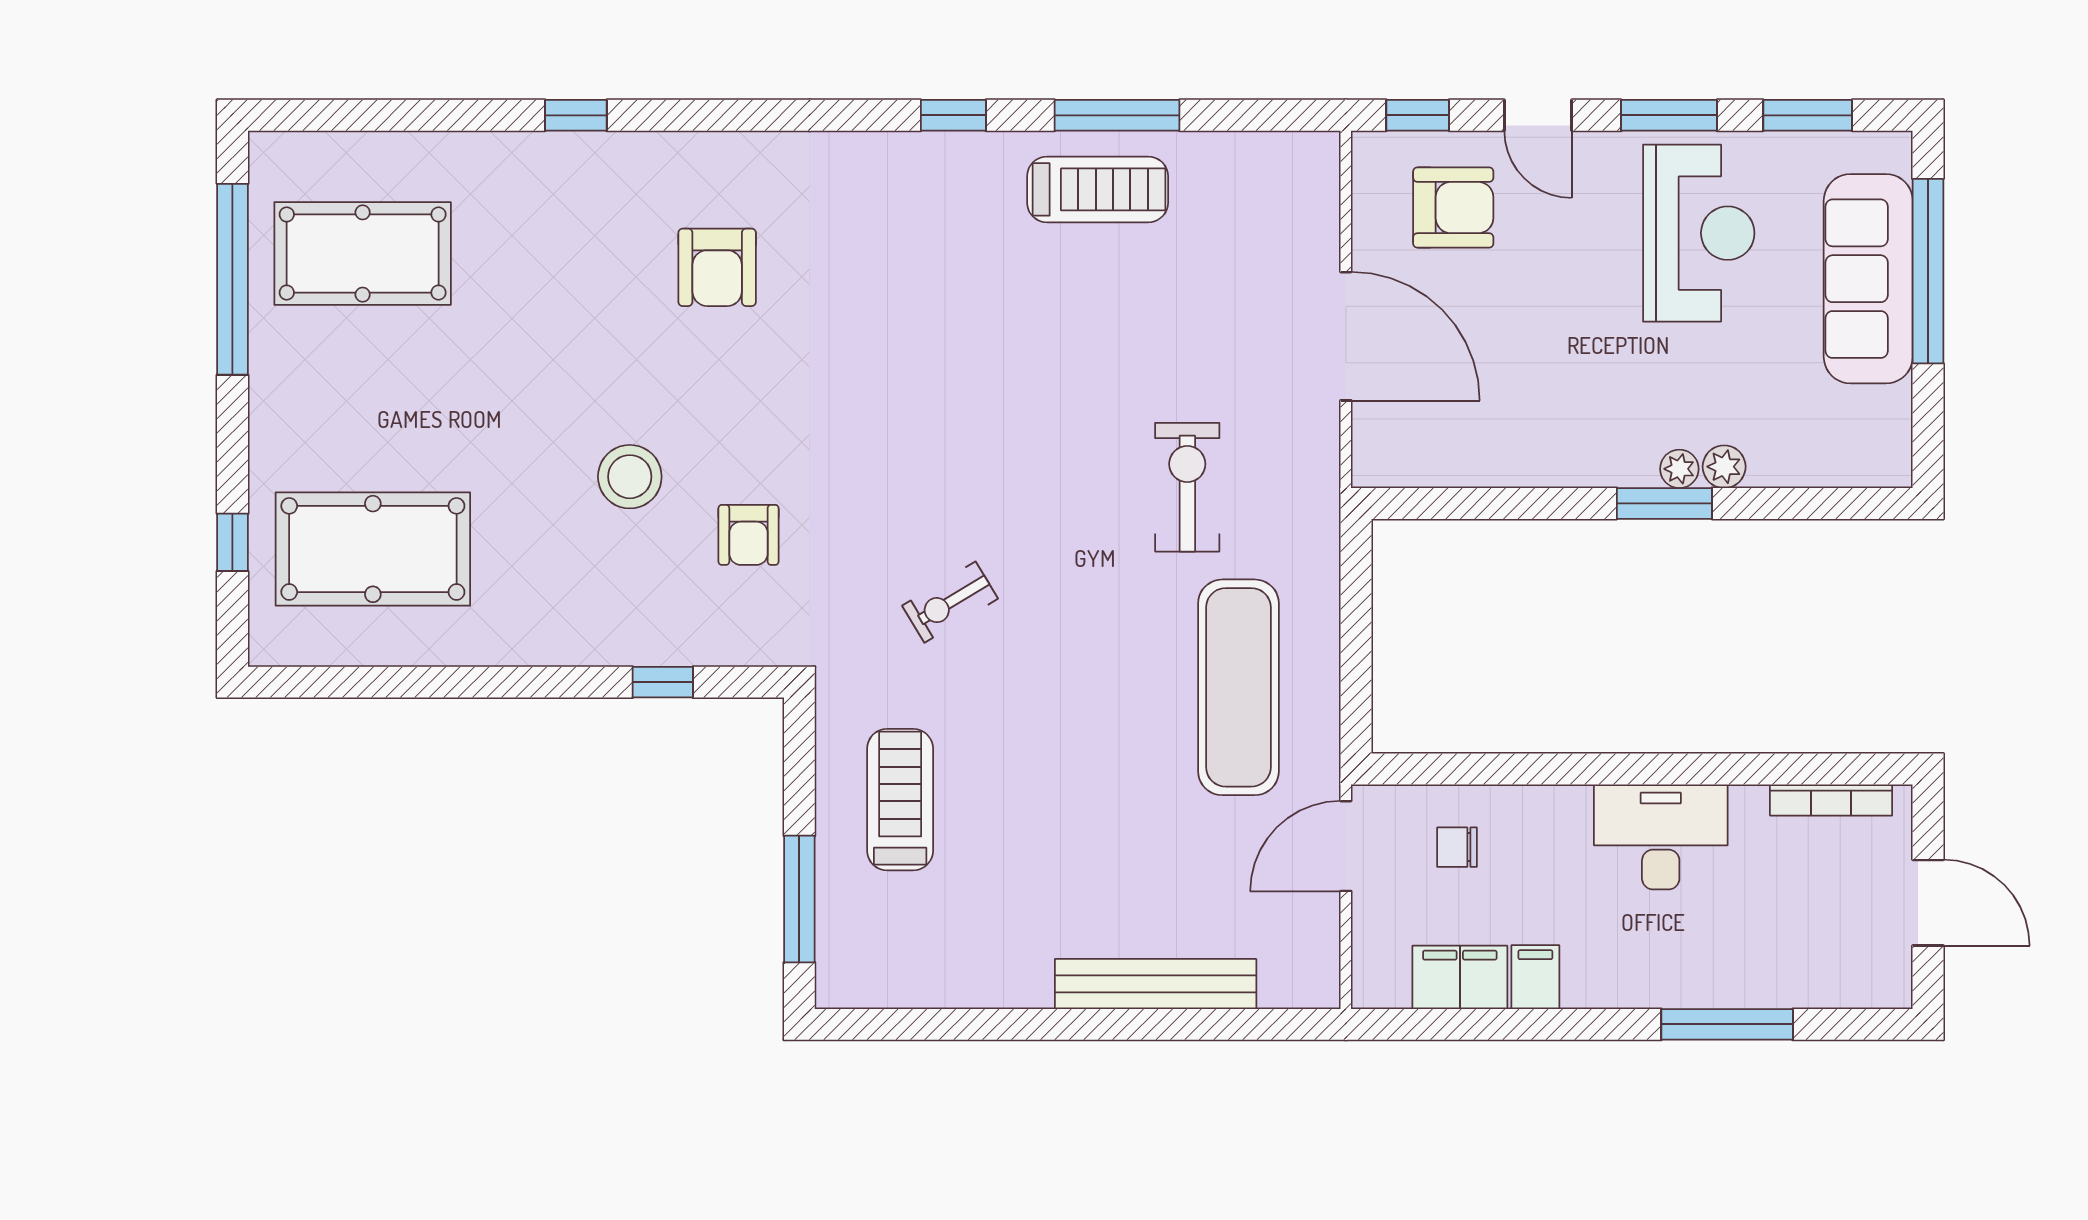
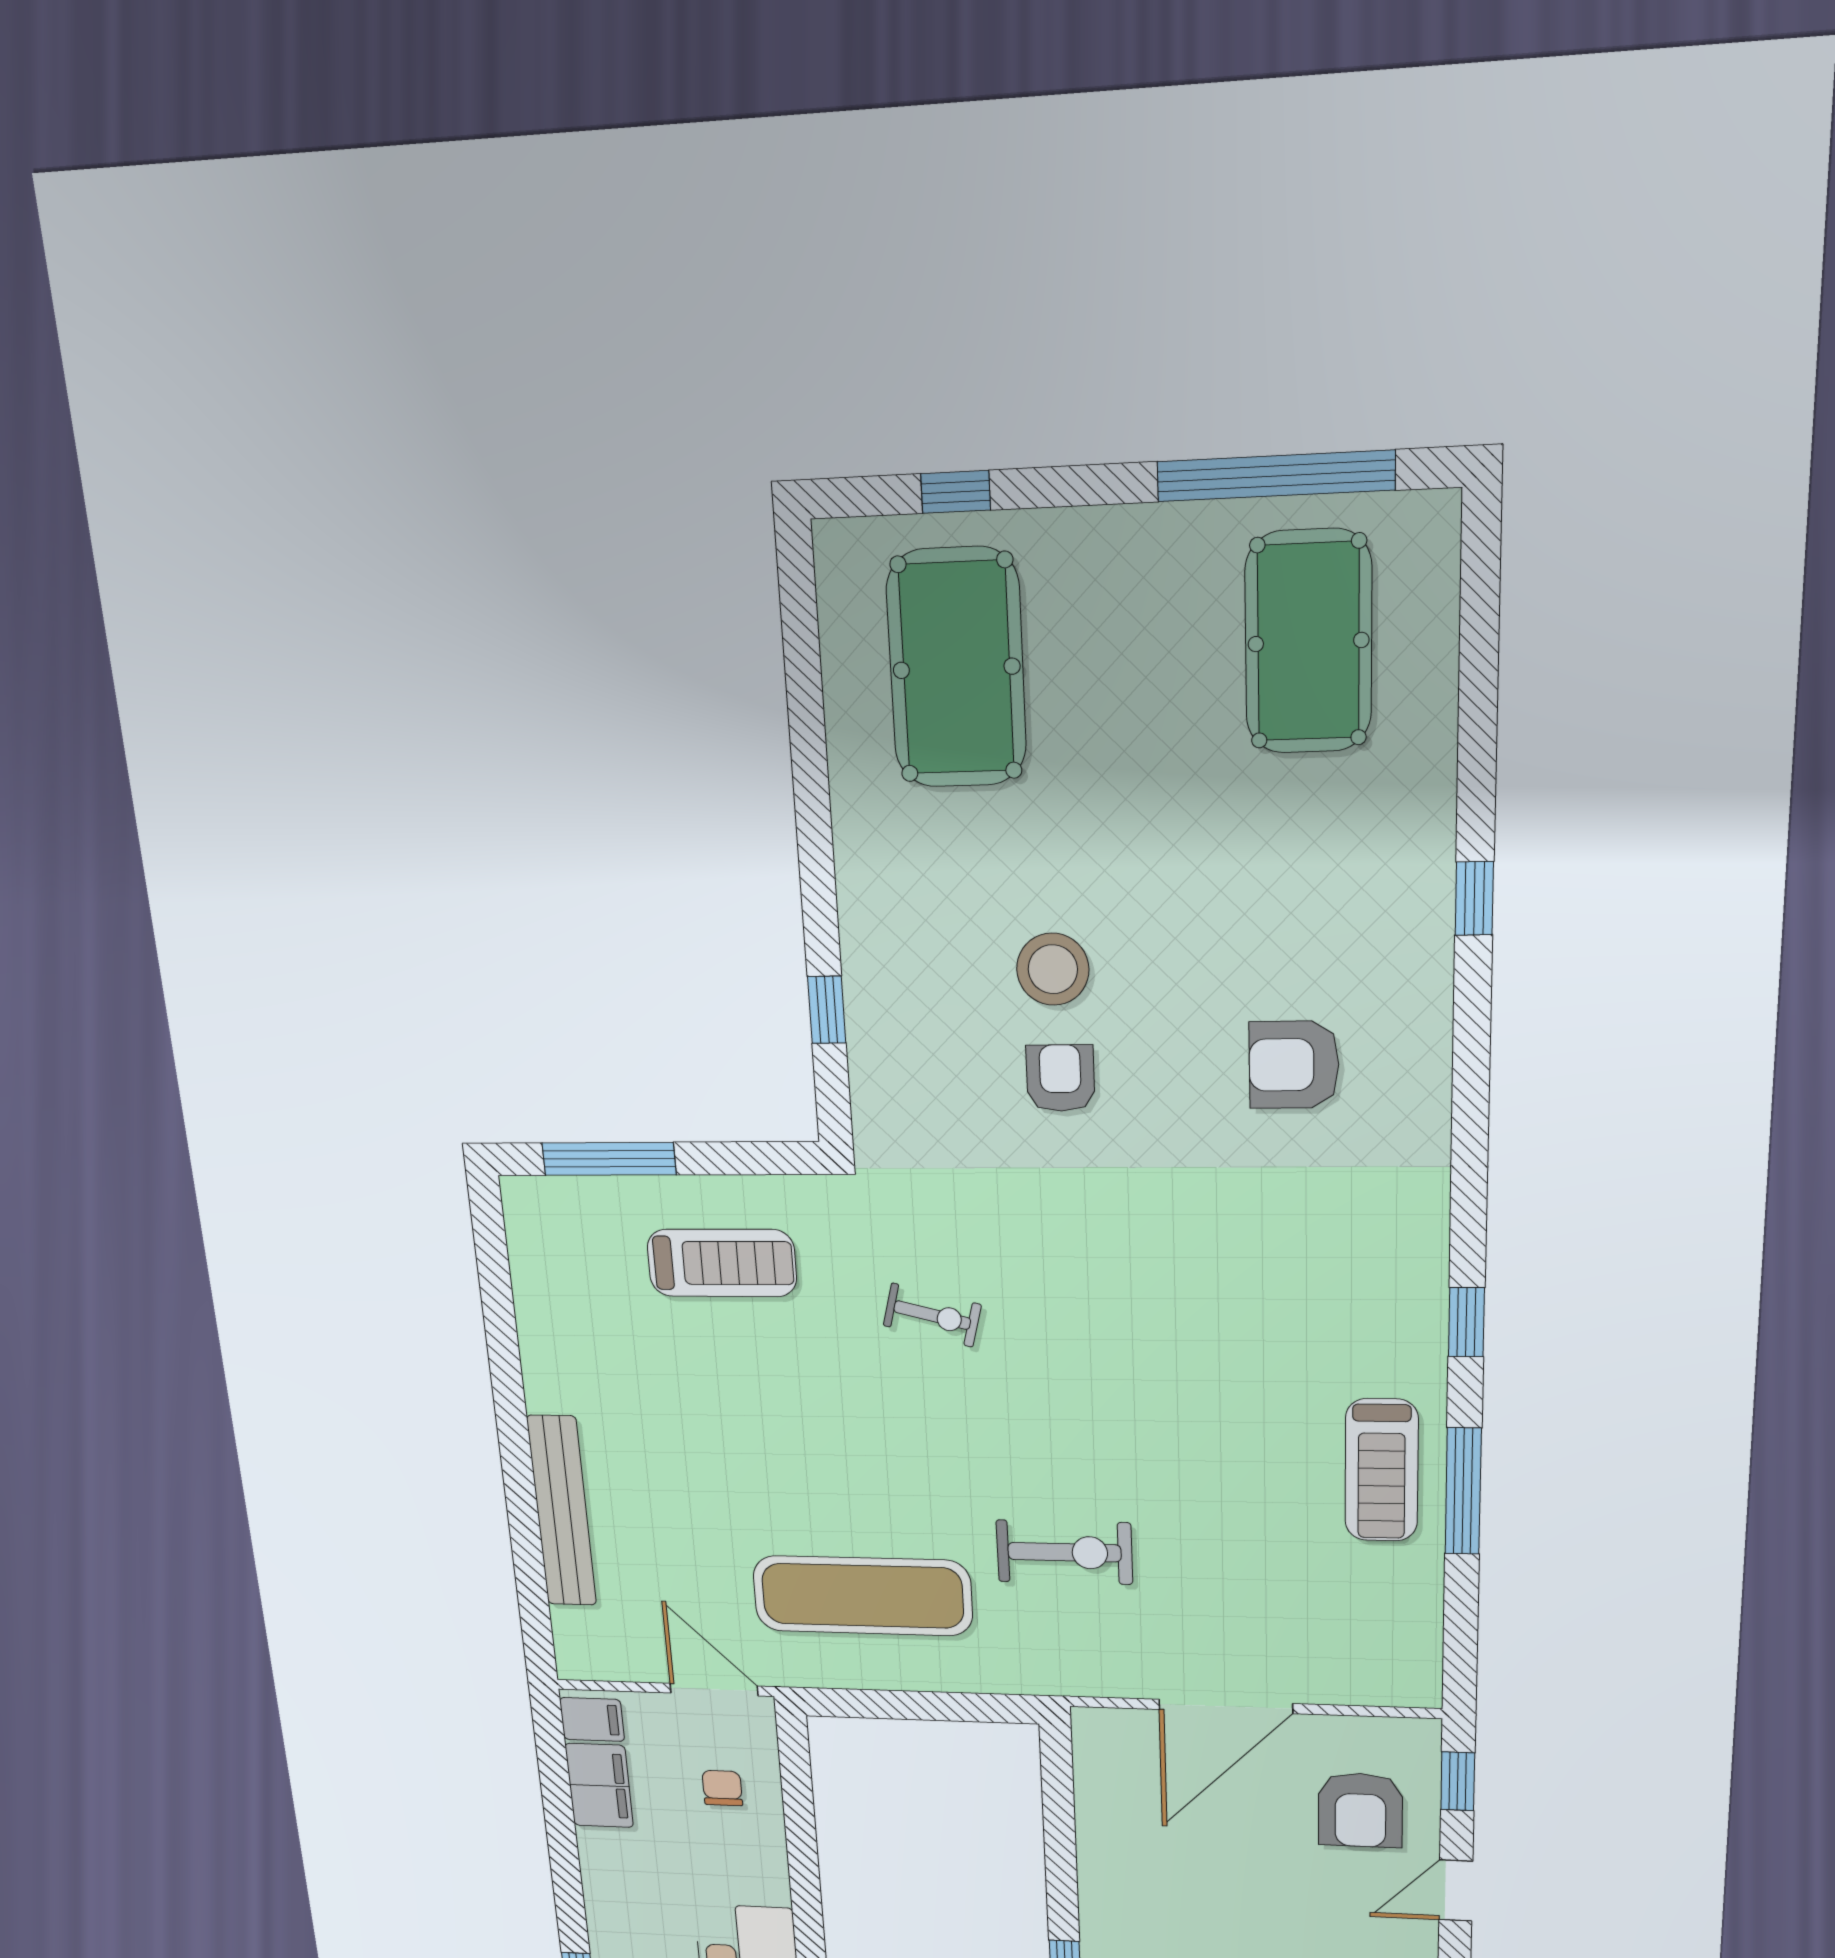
armchair: (748, 535) -> (1060, 1078), moved, turned 90
exercise bike: (950, 602) -> (932, 1315), turned 135
filing cabinet: (1535, 977) -> (592, 1719), moved

